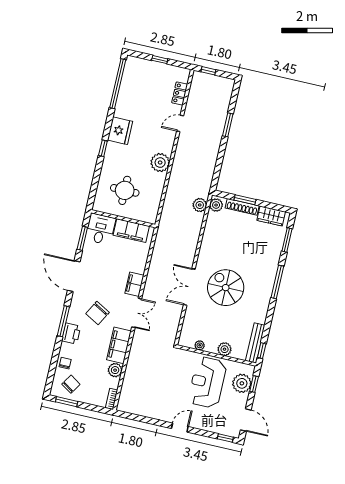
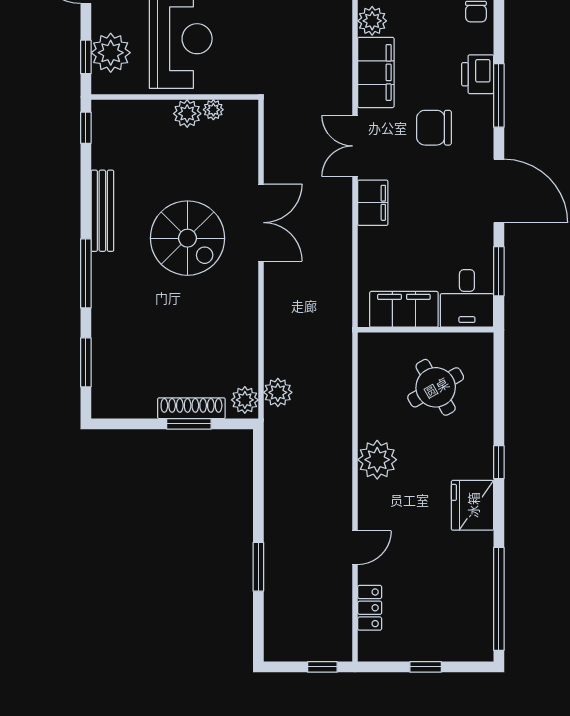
round table: (125, 190) -> (436, 387), turned -30
wardrobe: (271, 216) -> (129, 403), removed
chair: (97, 313) -> (434, 128), turned -119
bench: (255, 343) -> (102, 211), moved
plant: (225, 349) -> (187, 114), moved

